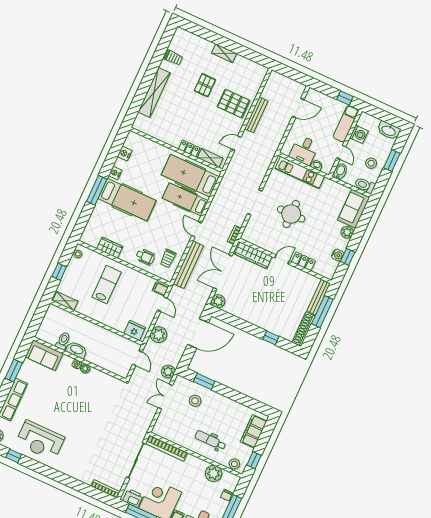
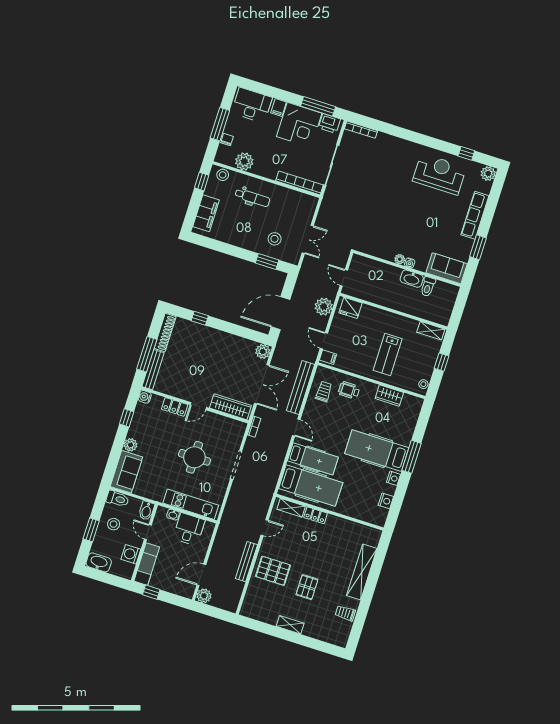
water cooler: (338, 255) -> (145, 397), moved
plant: (168, 372) -> (204, 596), moved

